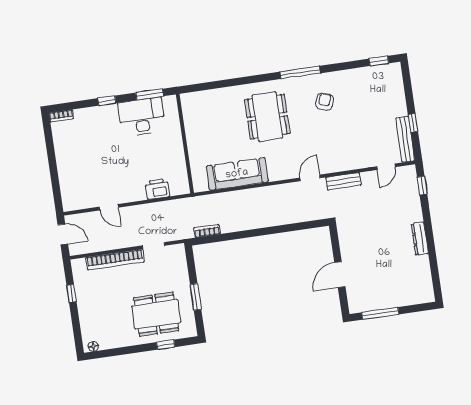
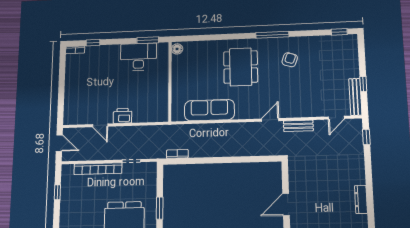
window: (107, 101) -> (93, 43), moved
floor lamp: (187, 102) -> (177, 49), added
printer: (157, 189) -> (122, 116), moved
dresser: (420, 239) -> (361, 199), moved

